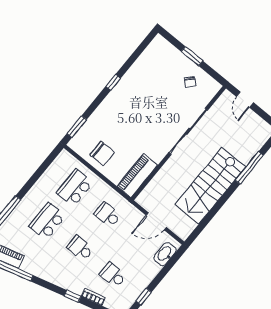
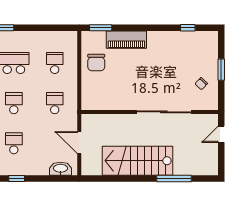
window: (113, 82) -> (188, 28), moved
piano: (137, 176) -> (126, 40), moved, turned 180
school desk: (75, 188) -> (55, 63), width x0.54

